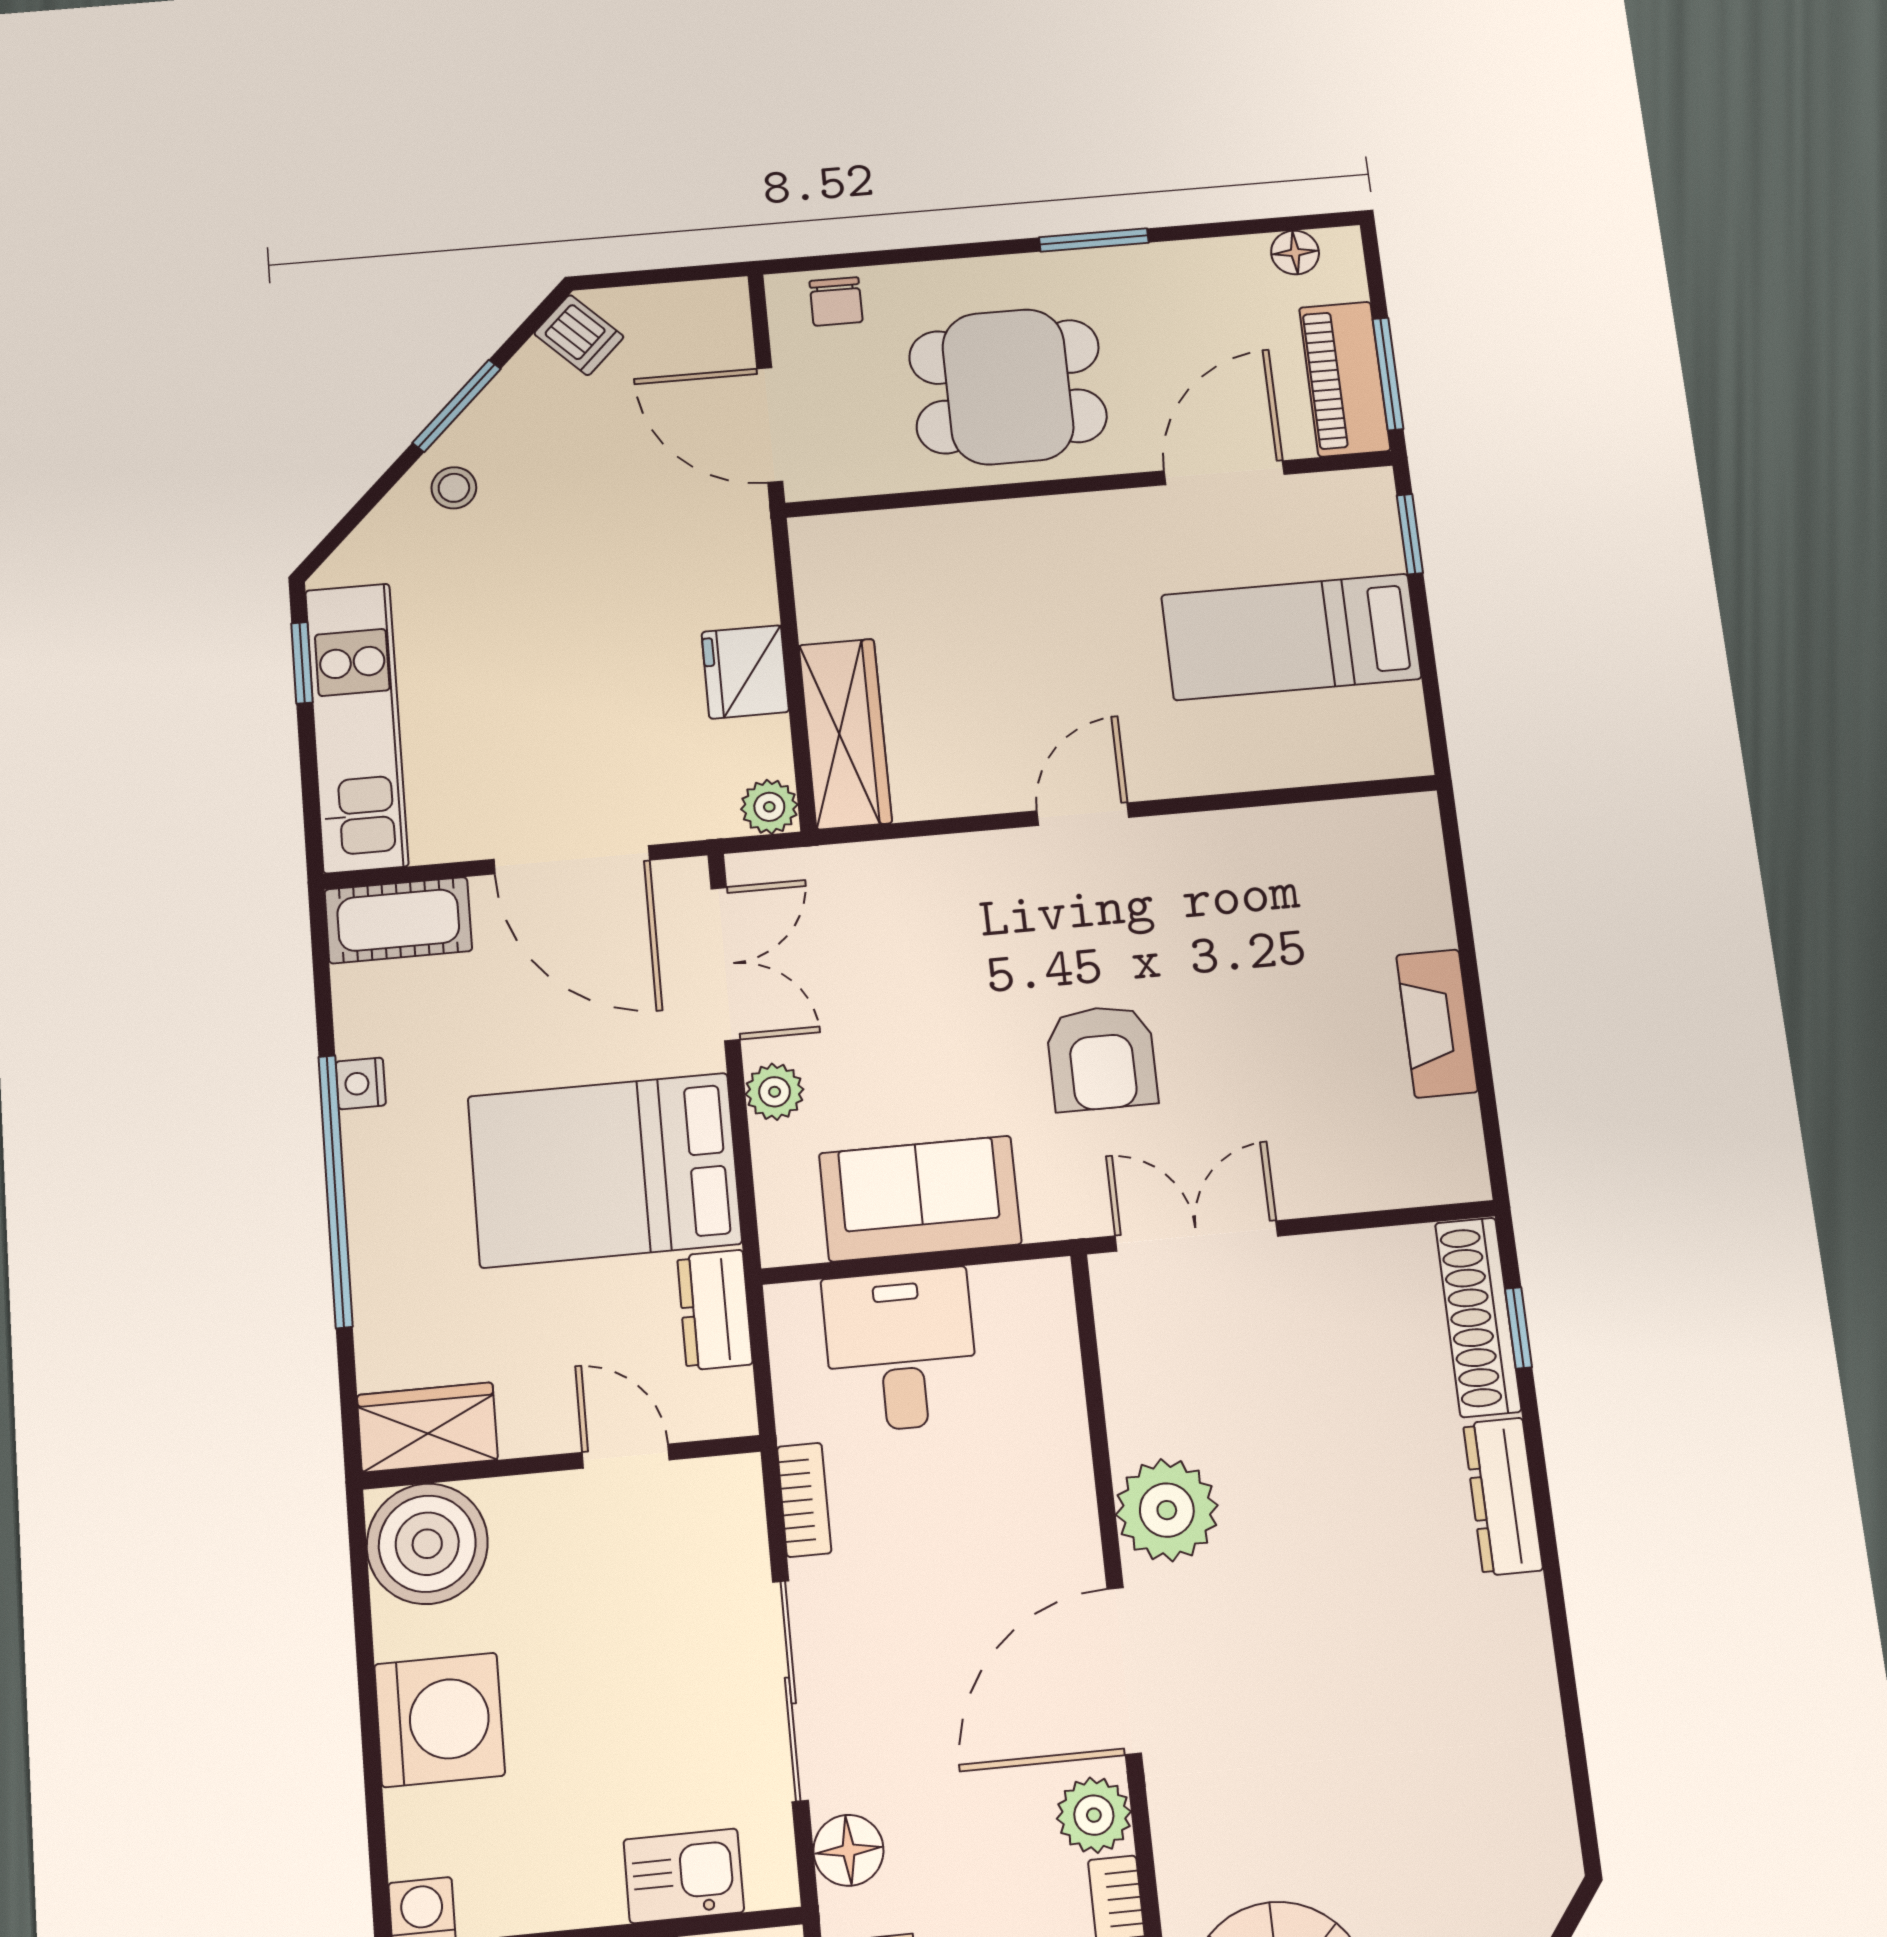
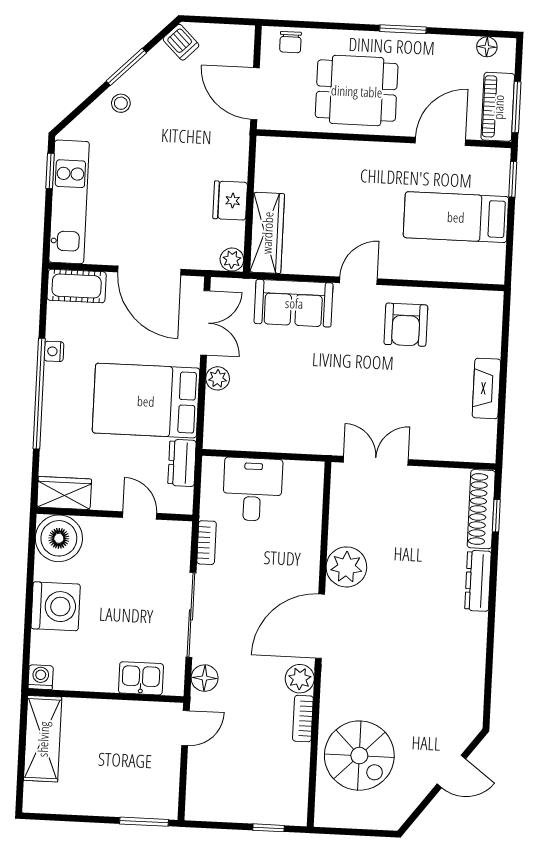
armchair: (1102, 1058) -> (406, 325), moved
sofa: (920, 1199) -> (294, 303), moved, turned 180

